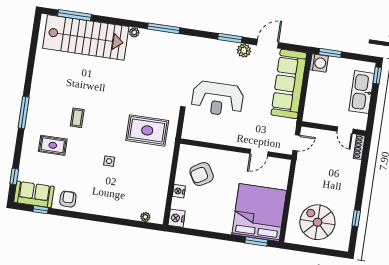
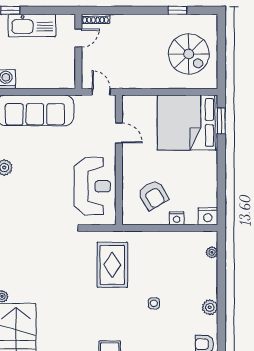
reception desk: (218, 99) -> (92, 186), moved
plant: (99, 208) -> (210, 307), added
spiral stairs: (317, 222) -> (189, 54), turned -90

